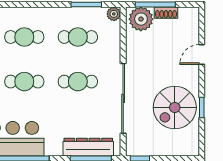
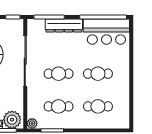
dresser: (88, 147) -> (64, 25), moved

